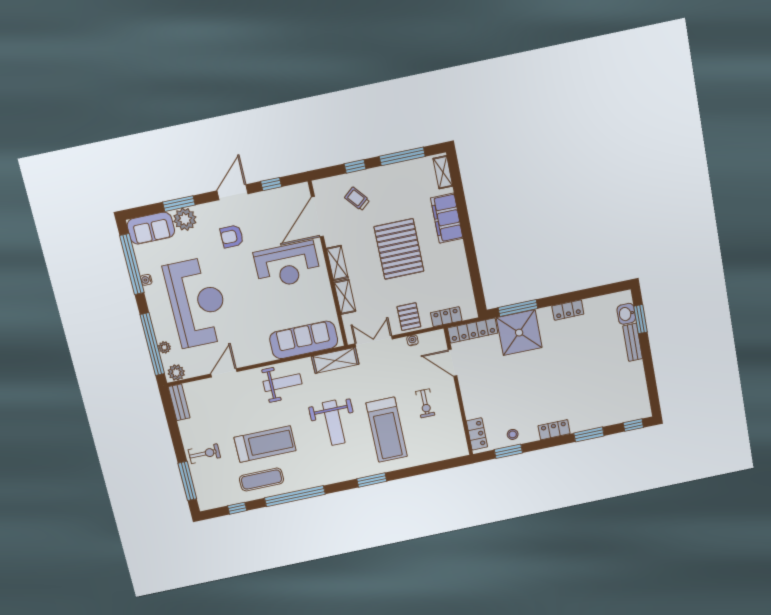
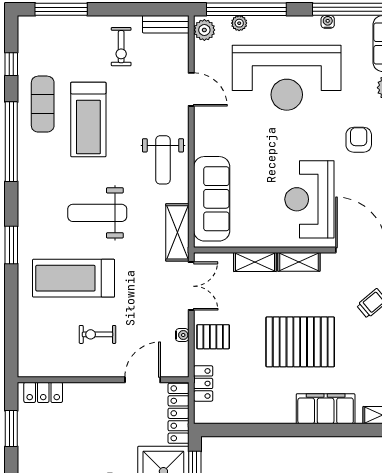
stool: (513, 434) -> (33, 438), removed
exercise bike: (204, 454) -> (121, 47), moved

